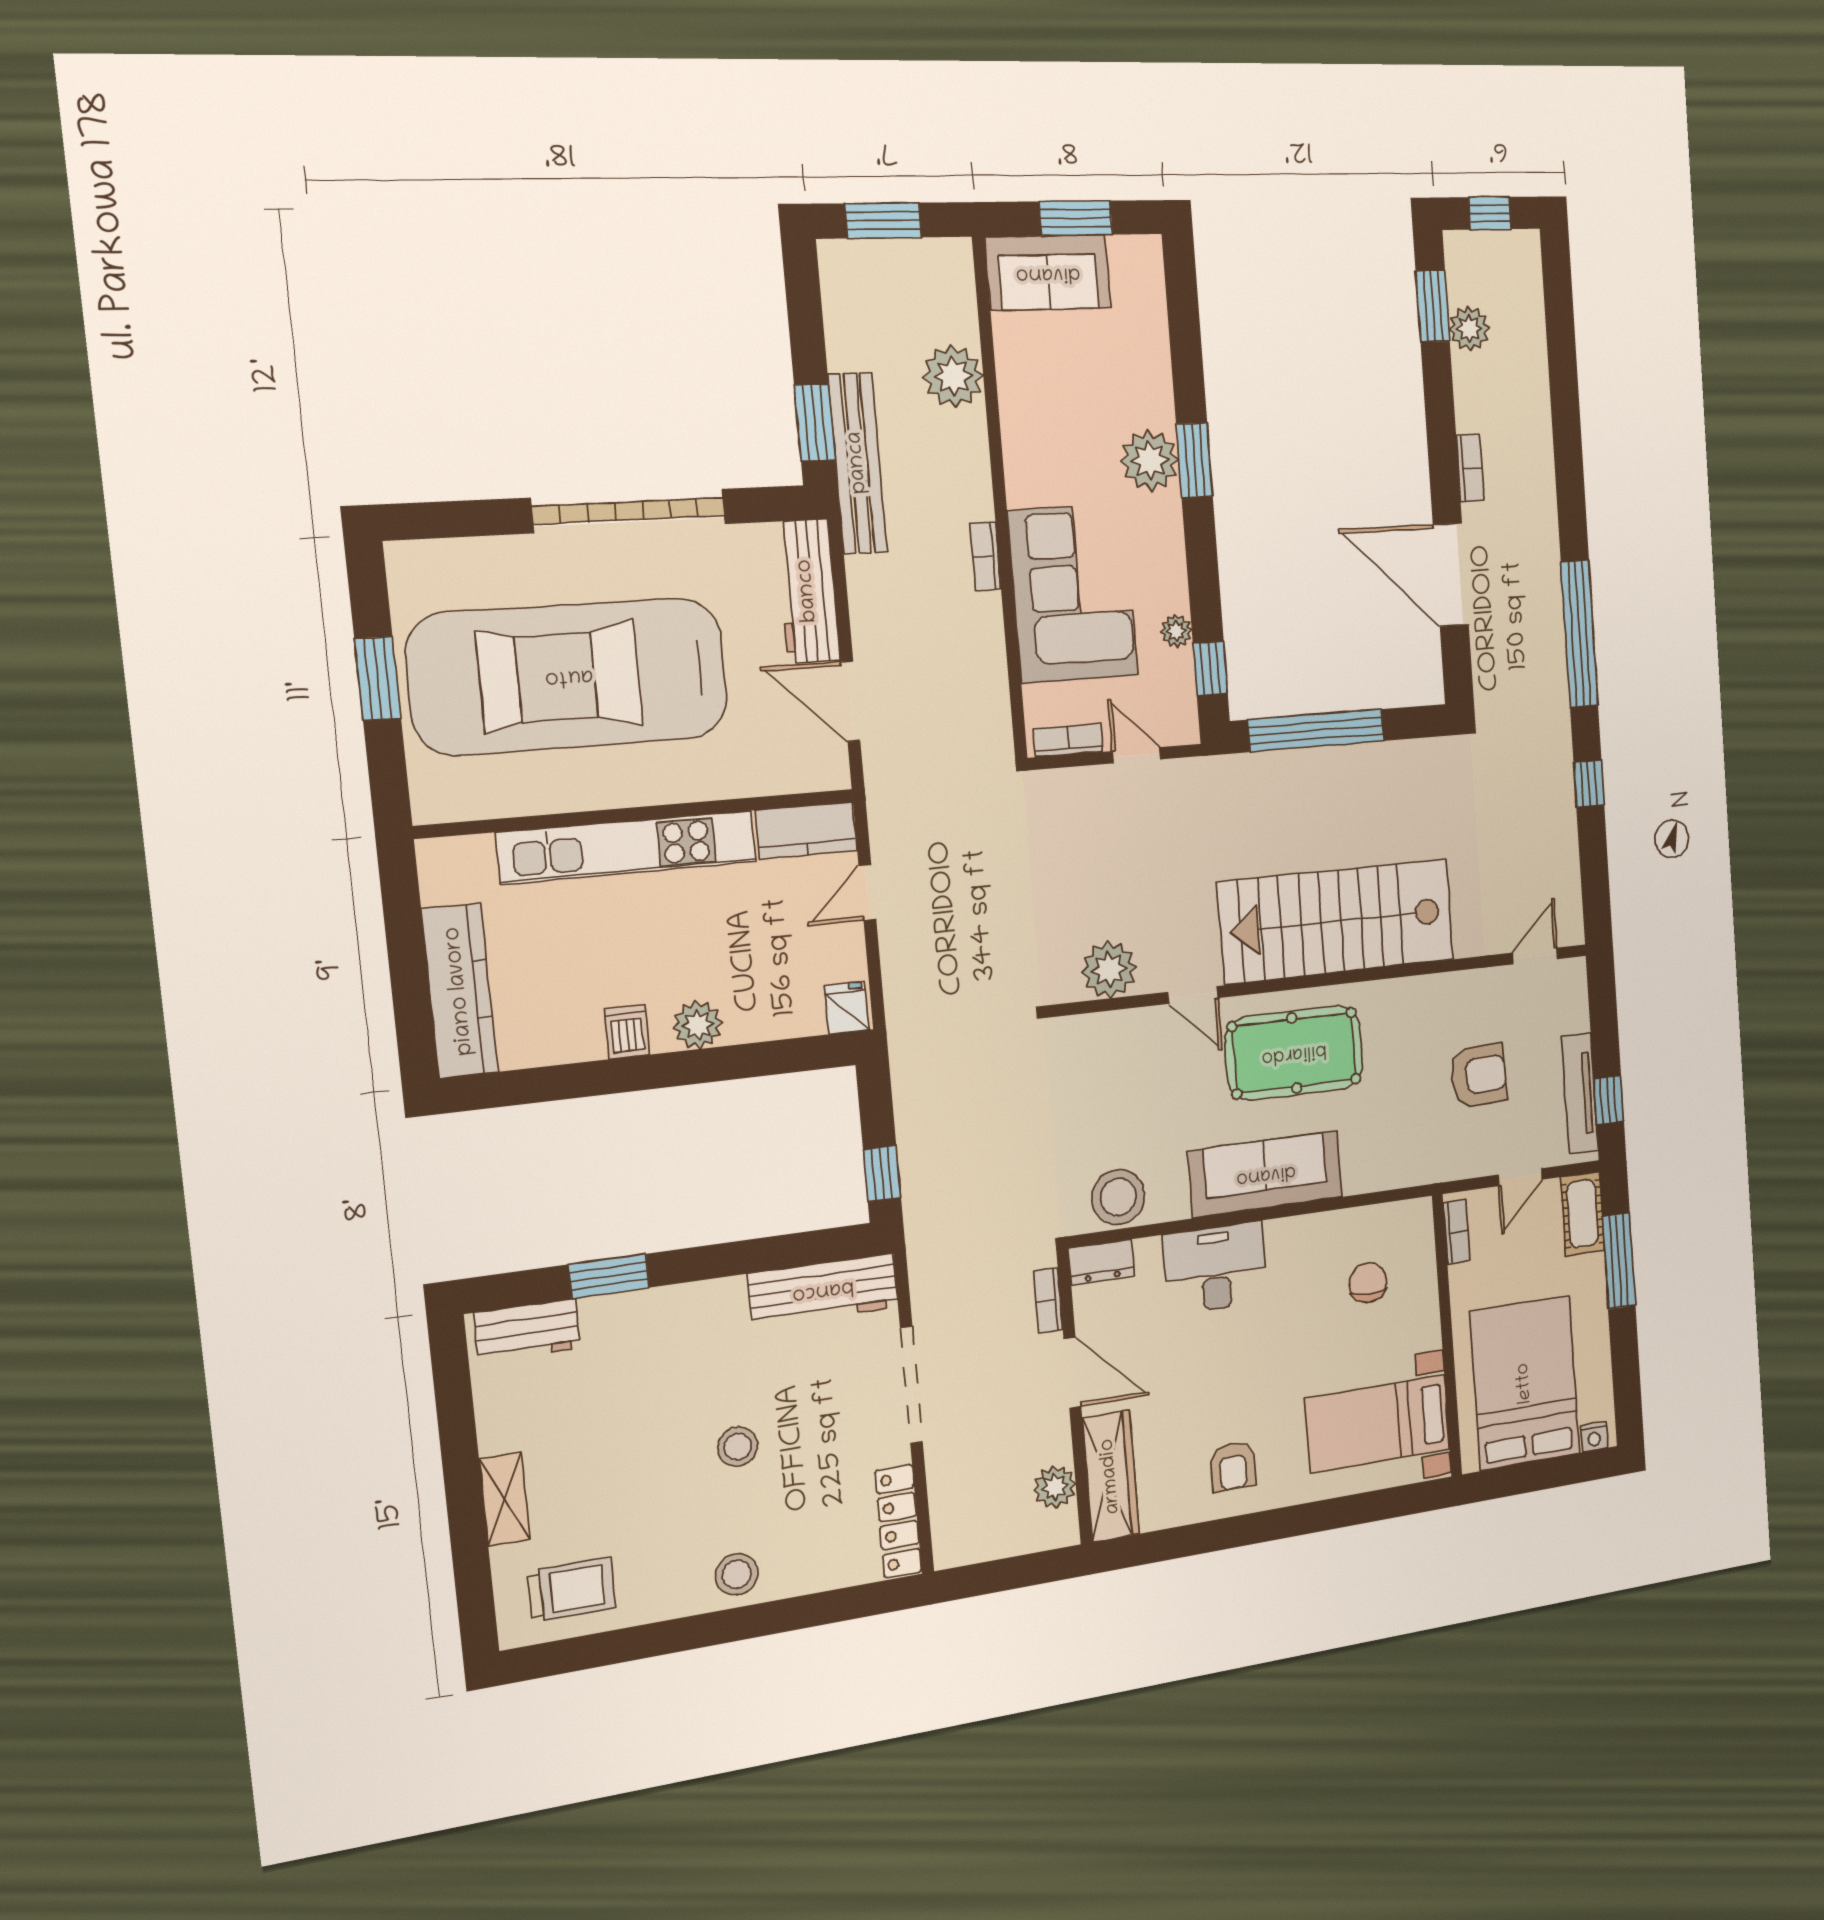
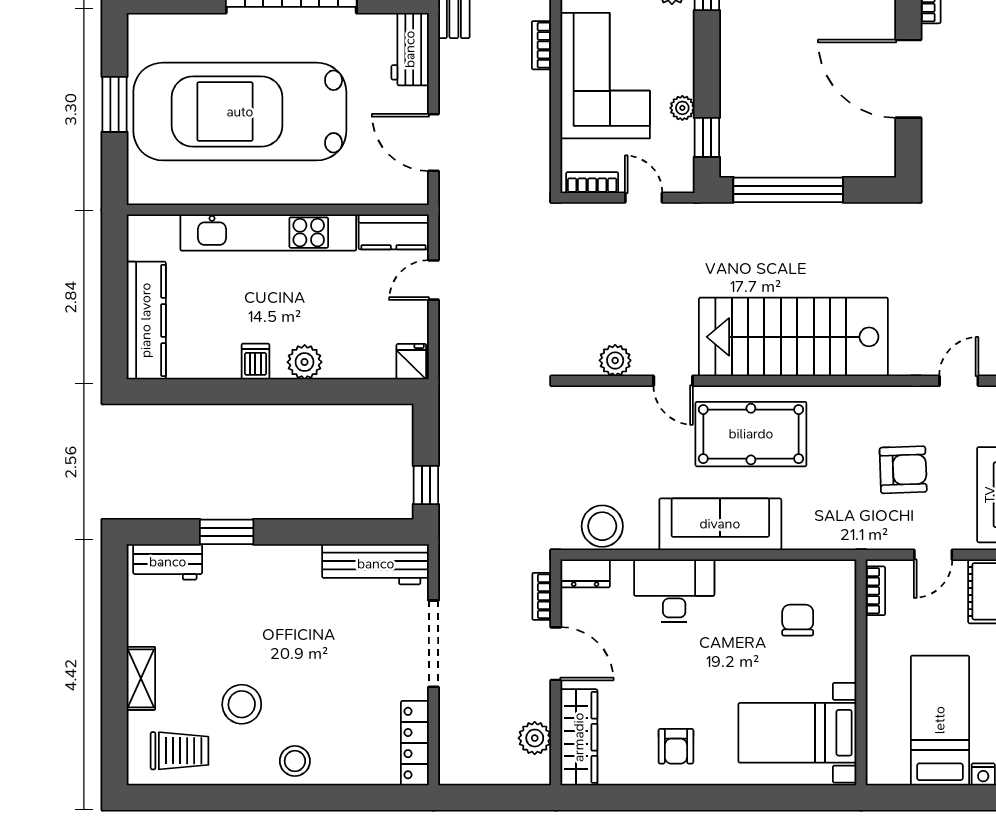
workbench: (808, 591) -> (410, 49), width x0.73
plant: (1109, 970) -> (615, 360), width x0.73, depth x0.73
bed: (1525, 1383) -> (940, 720), width x0.67
stool: (738, 1447) -> (242, 704), moved, width x1.38, depth x1.38

